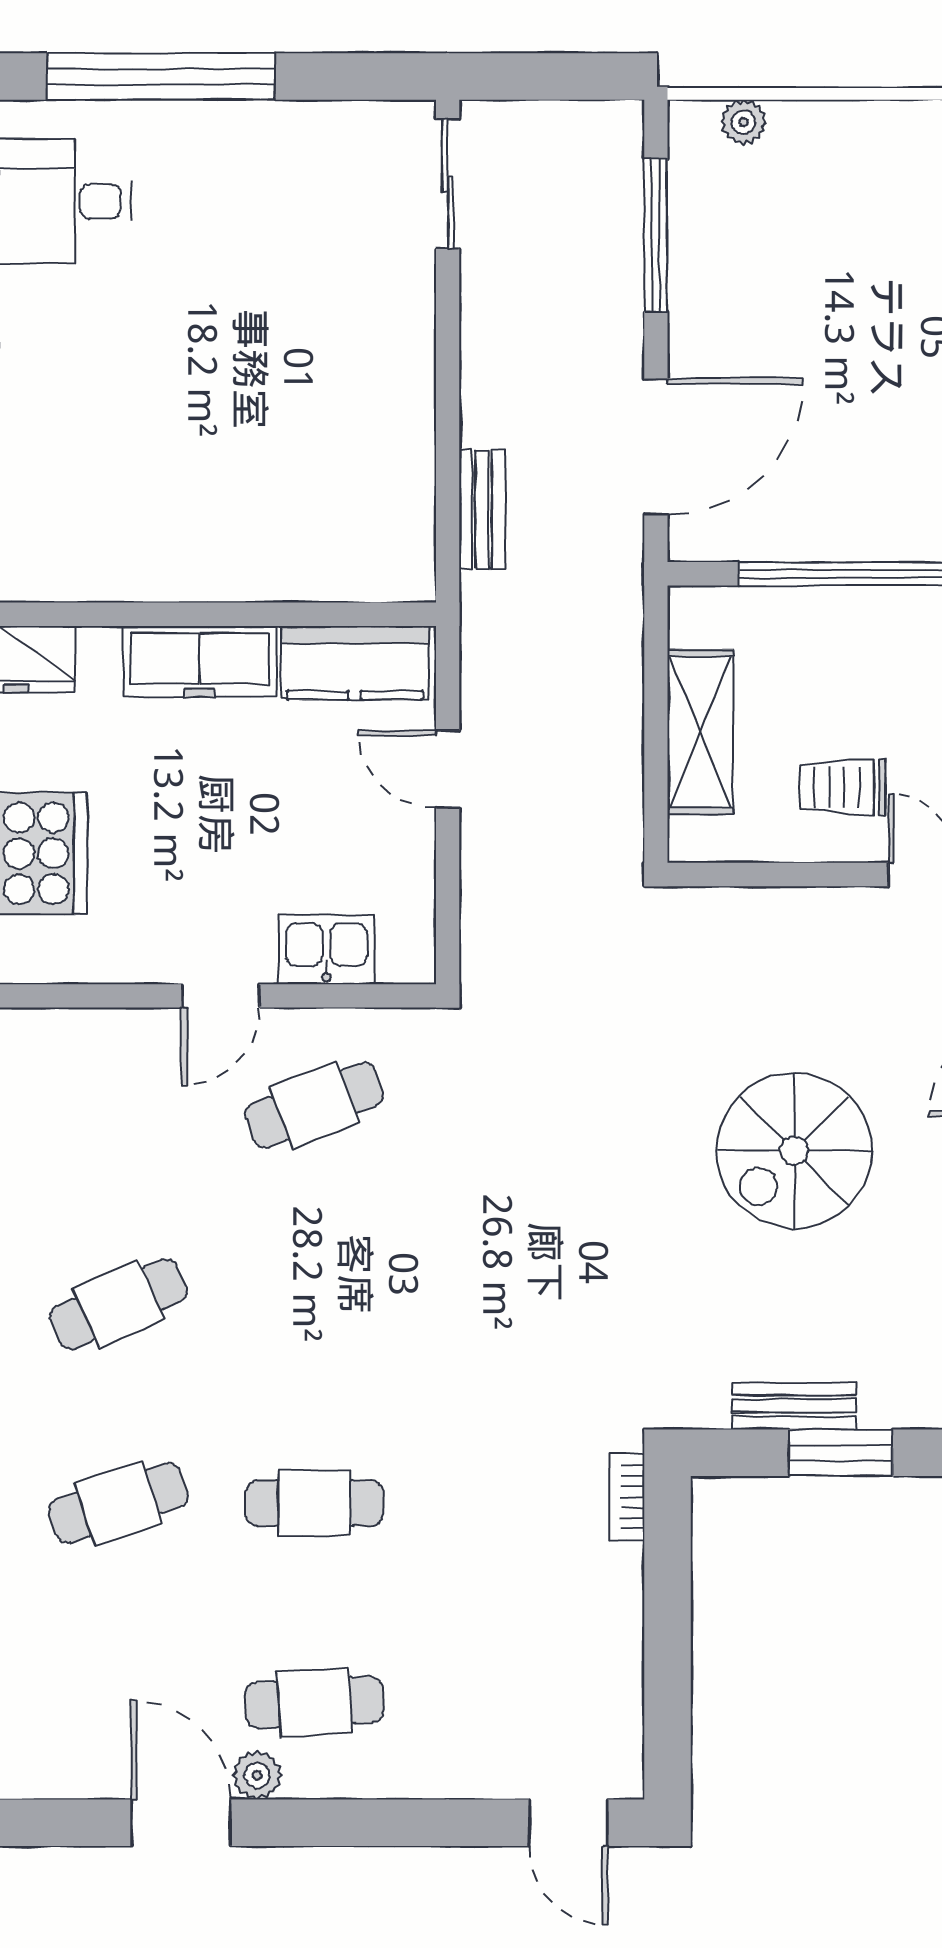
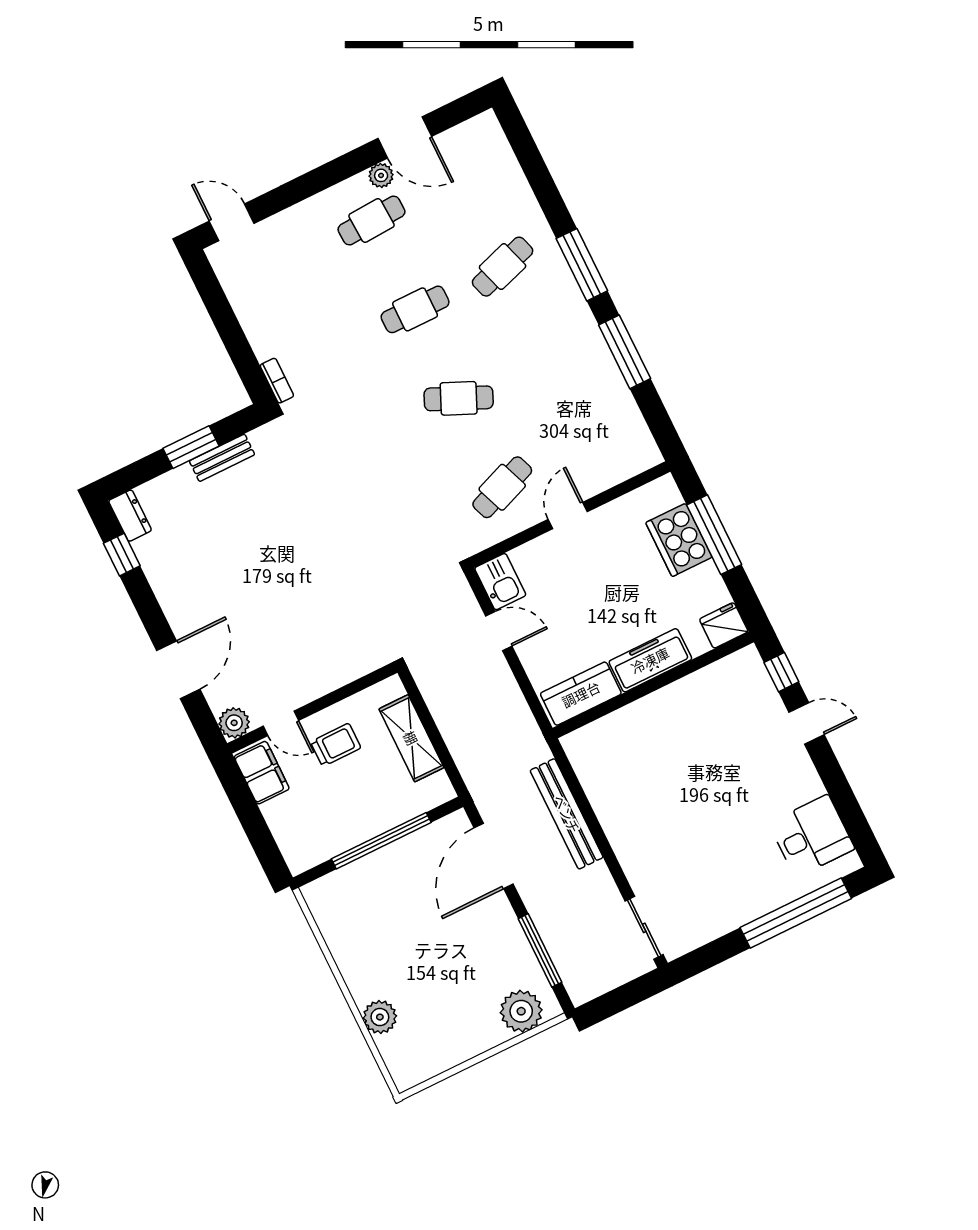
plant: (744, 122) -> (521, 1011), width x1.88, depth x1.88
bench: (482, 510) -> (567, 814), width x1.86, depth x1.21
door: (448, 769) -> (499, 631), moved
kitchen sink: (326, 949) -> (500, 582), moved, turned -90
spiral stairs: (794, 1150) -> (278, 572), removed
cafe table: (118, 1304) -> (459, 398), moved, turned 48

